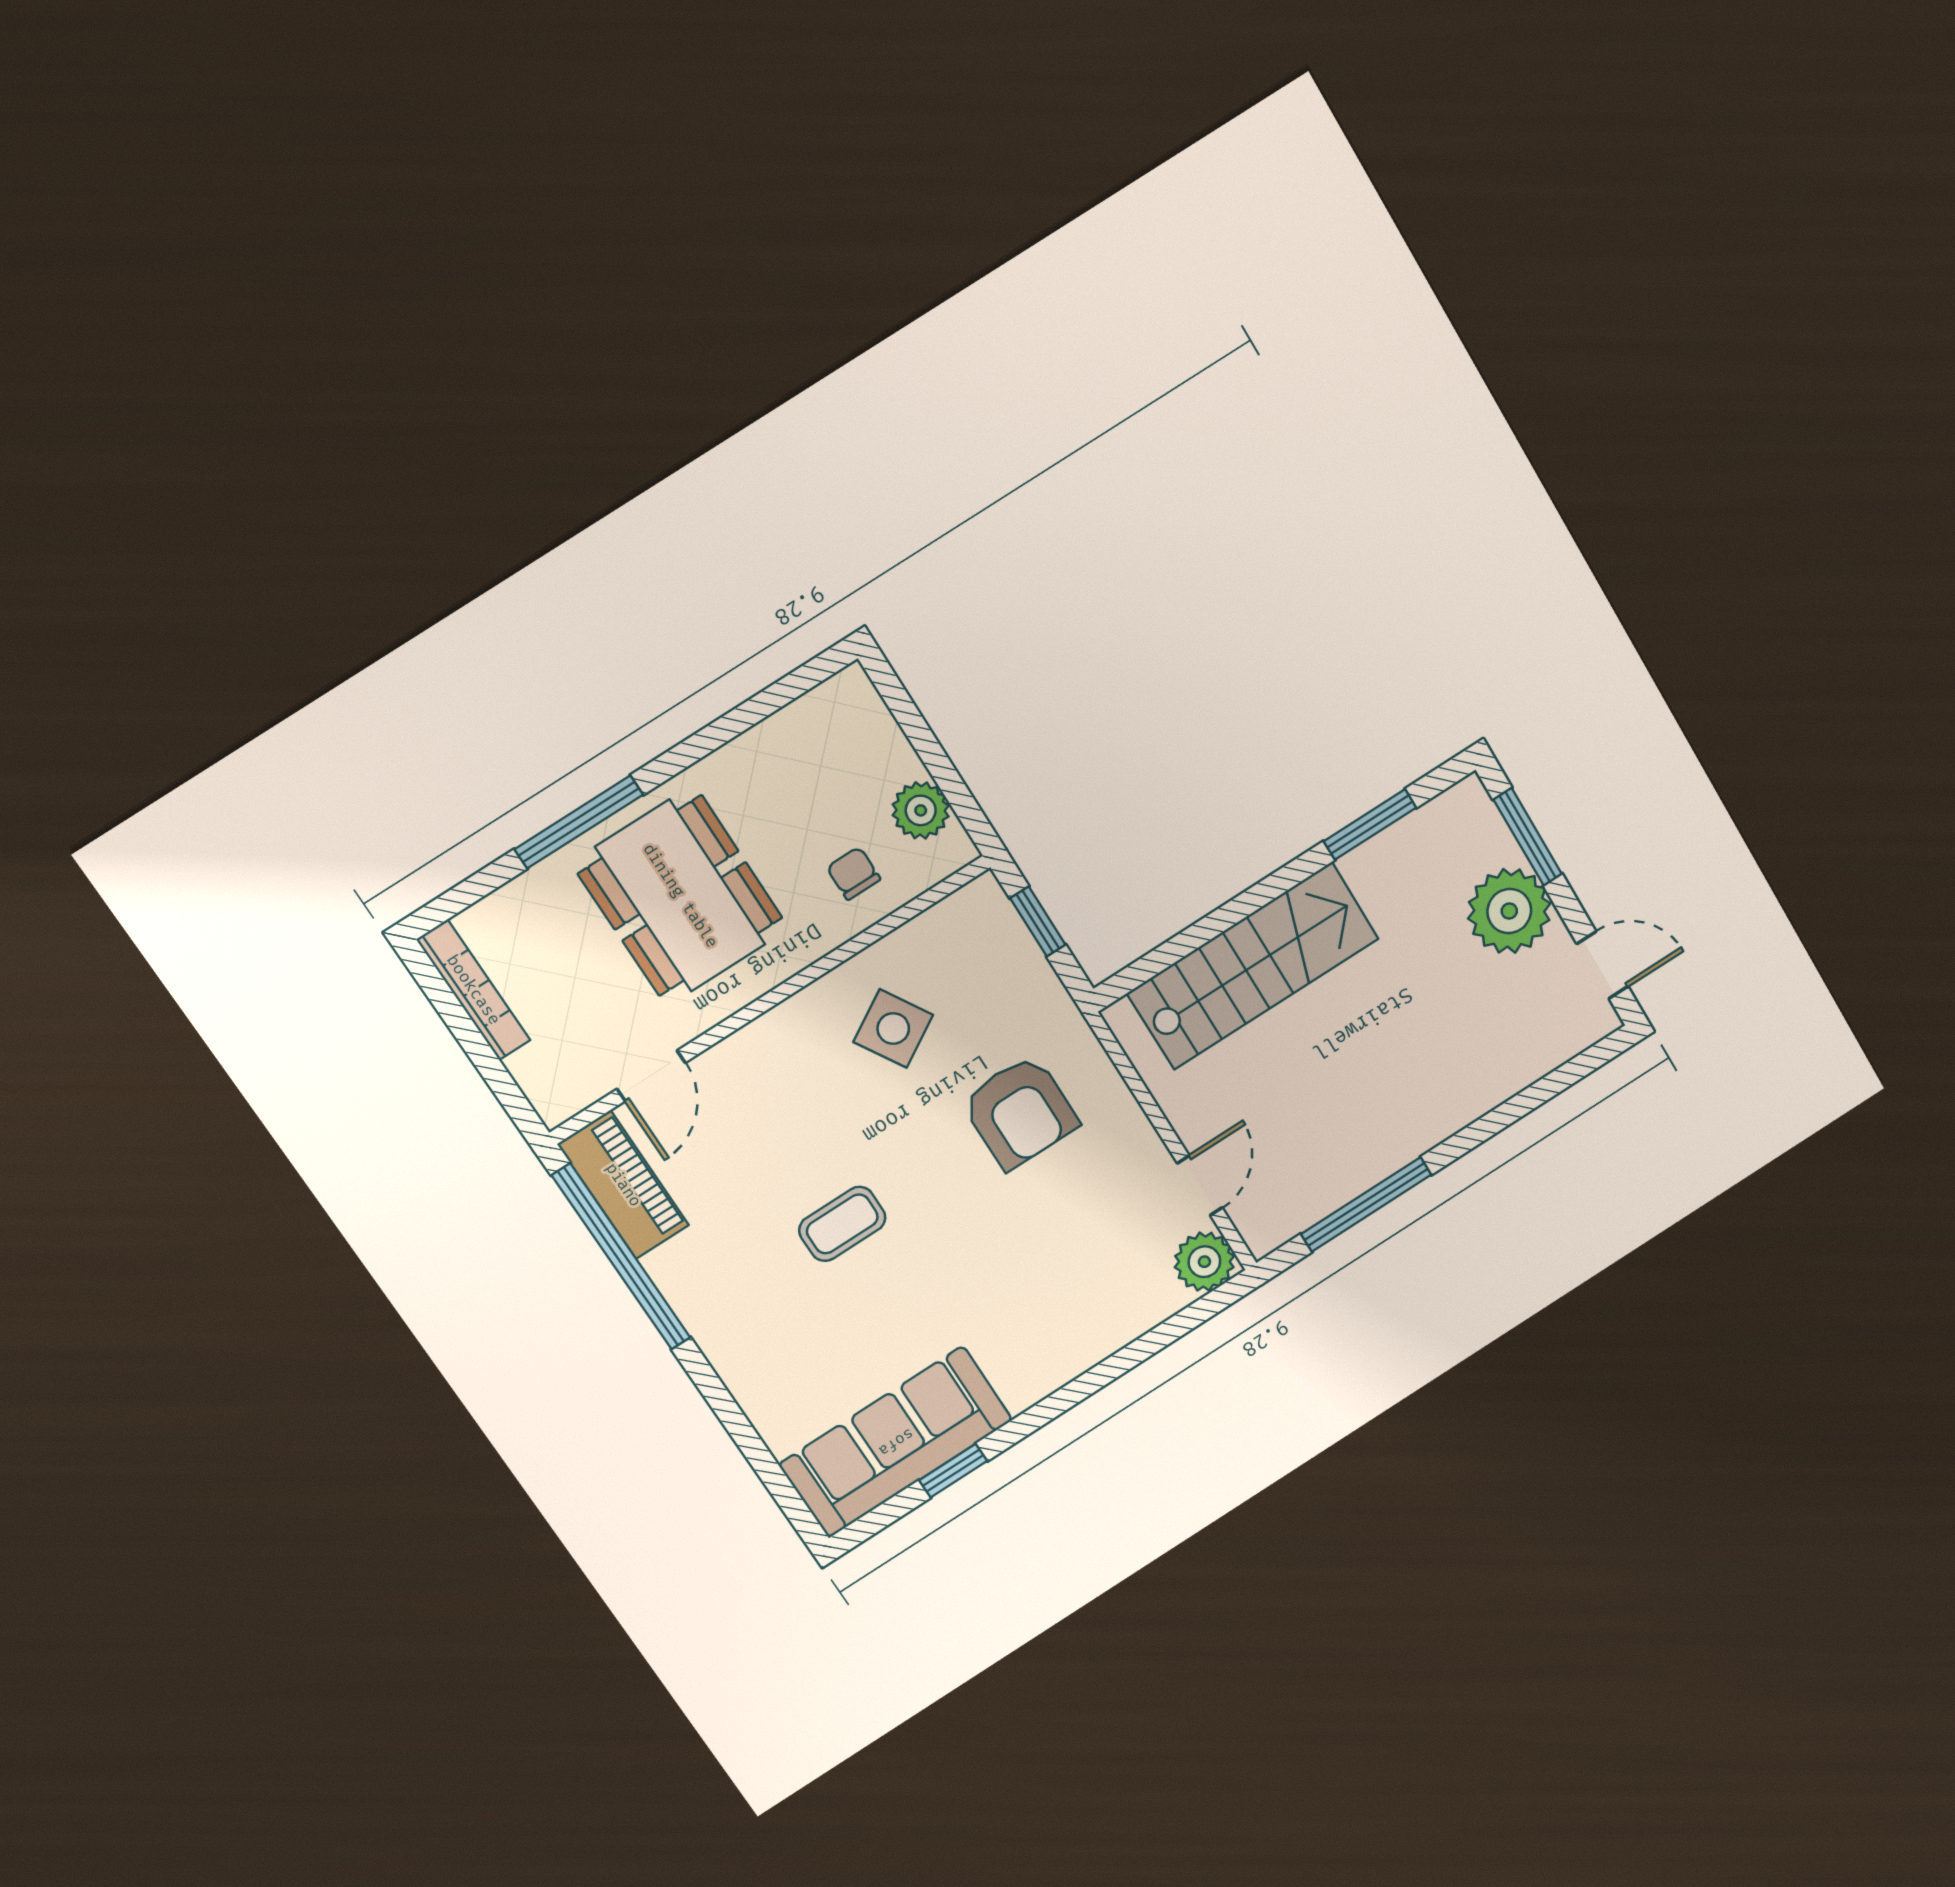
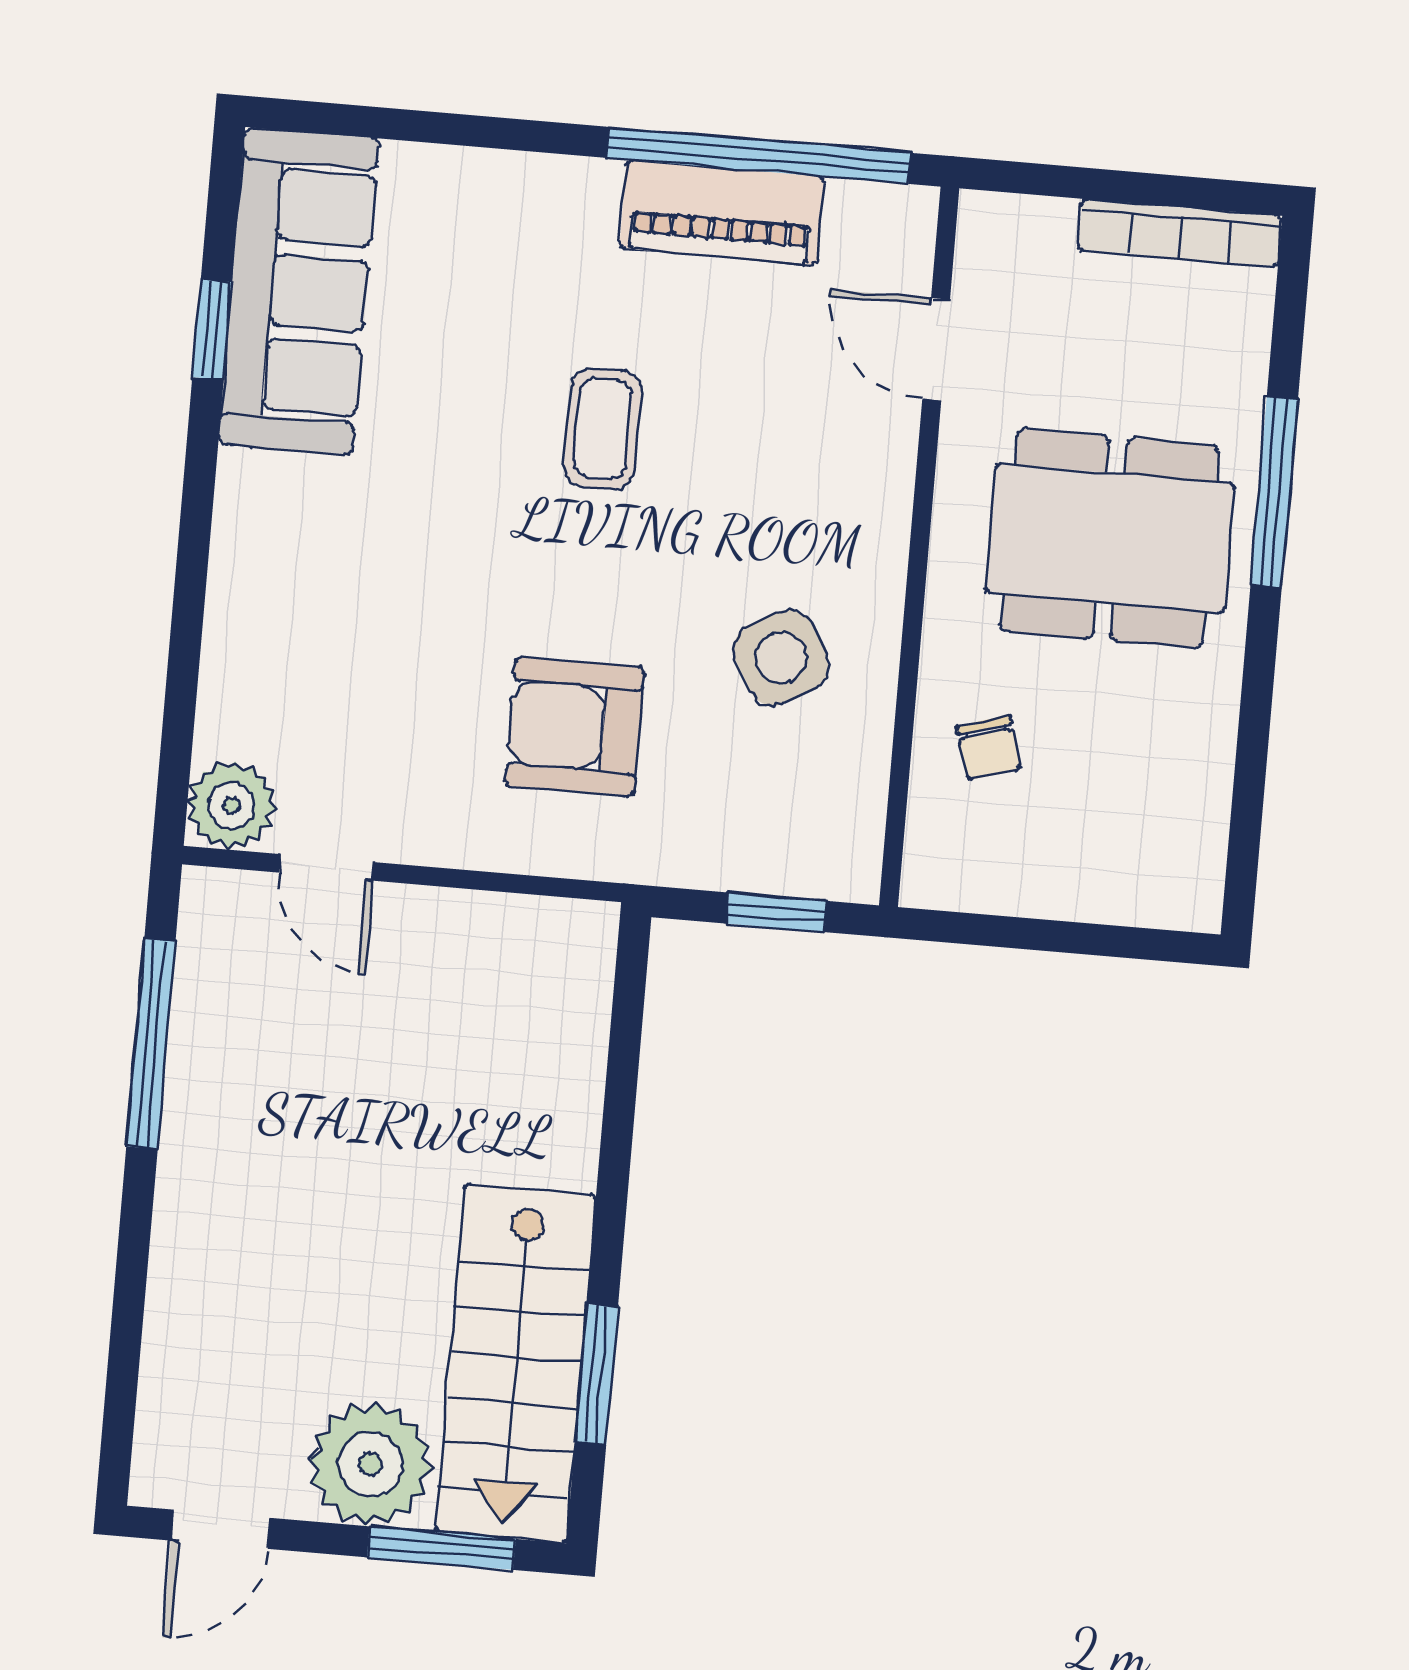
plant: (921, 810) -> (1001, 876), removed
chair: (854, 873) -> (989, 748), turned 73
stairs: (1253, 966) -> (516, 1364), moved
piano: (623, 1185) -> (722, 212), moved

